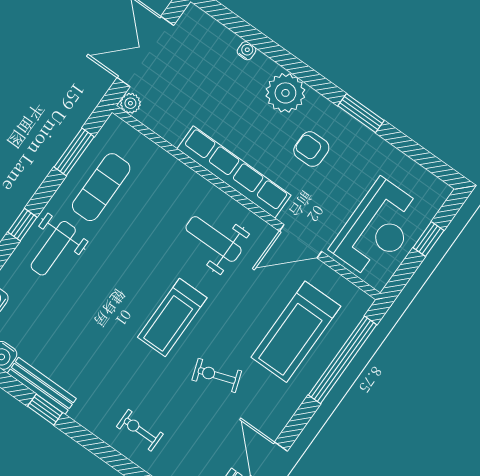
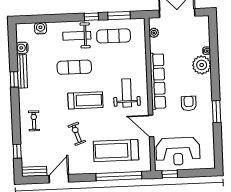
plant: (285, 93) -> (202, 65), moved
plant: (130, 103) -> (154, 33), moved
window: (22, 225) -> (91, 17), moved
window: (428, 239) -> (170, 174), moved
exercise mat: (103, 293) -> (74, 67), added
treadmill: (172, 318) -> (85, 100), turned 180

